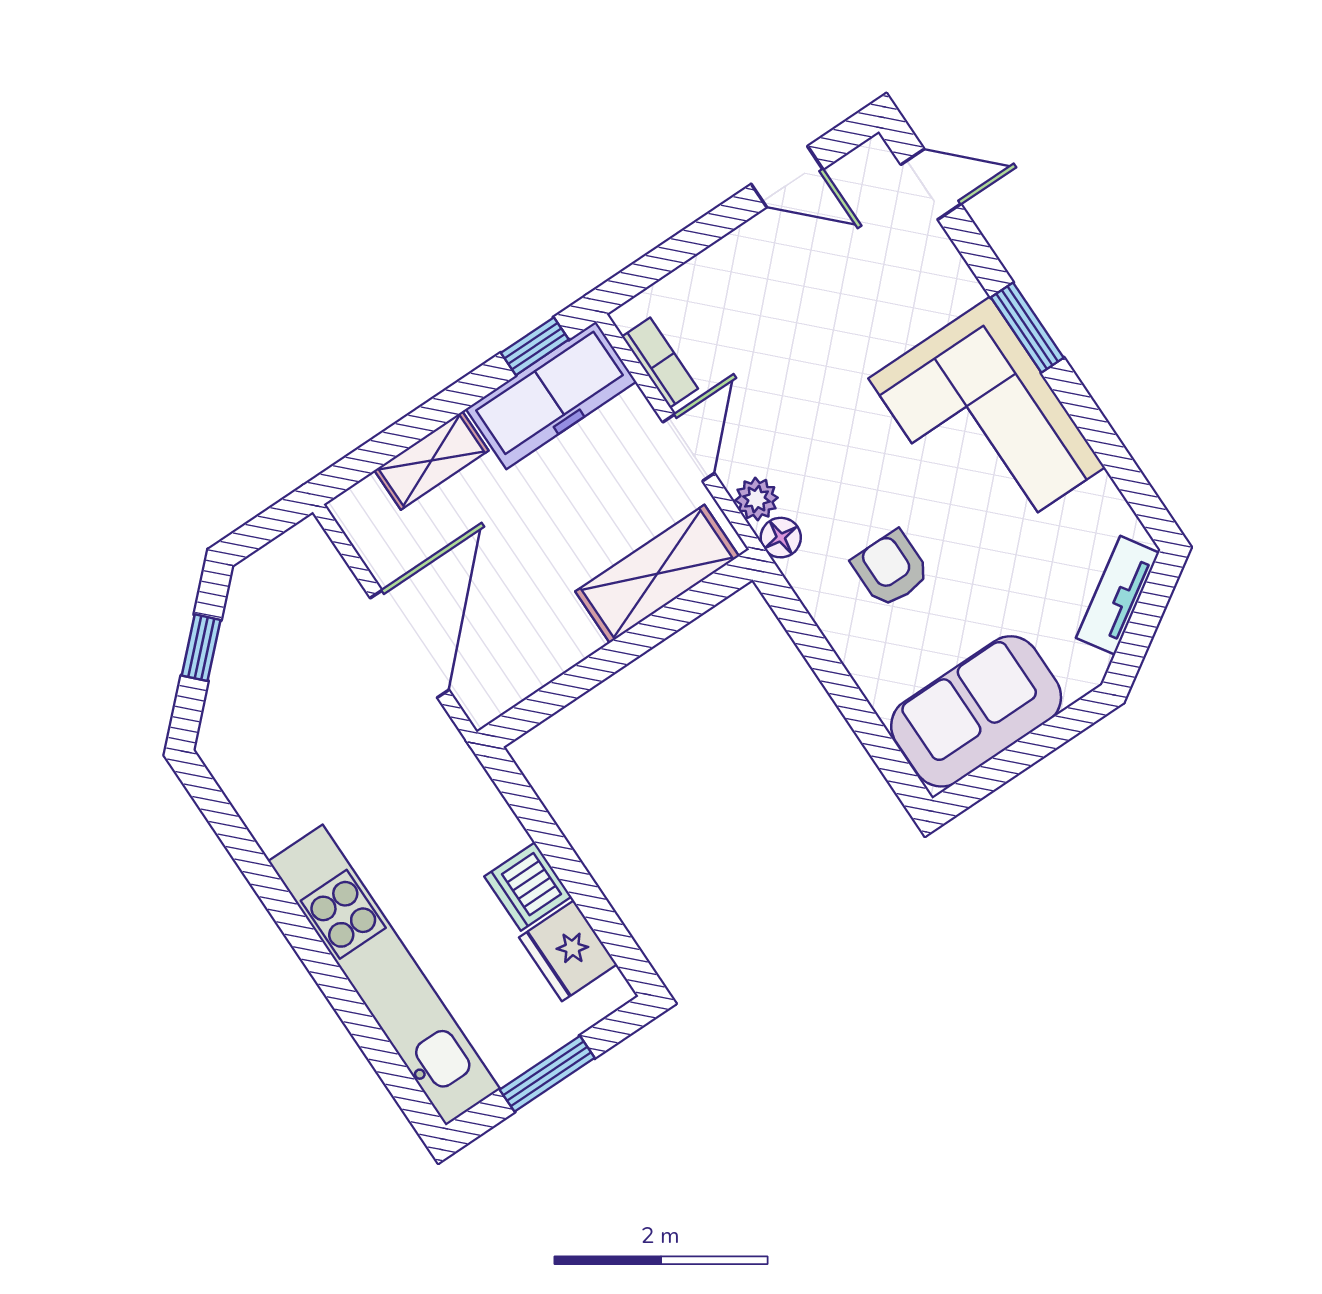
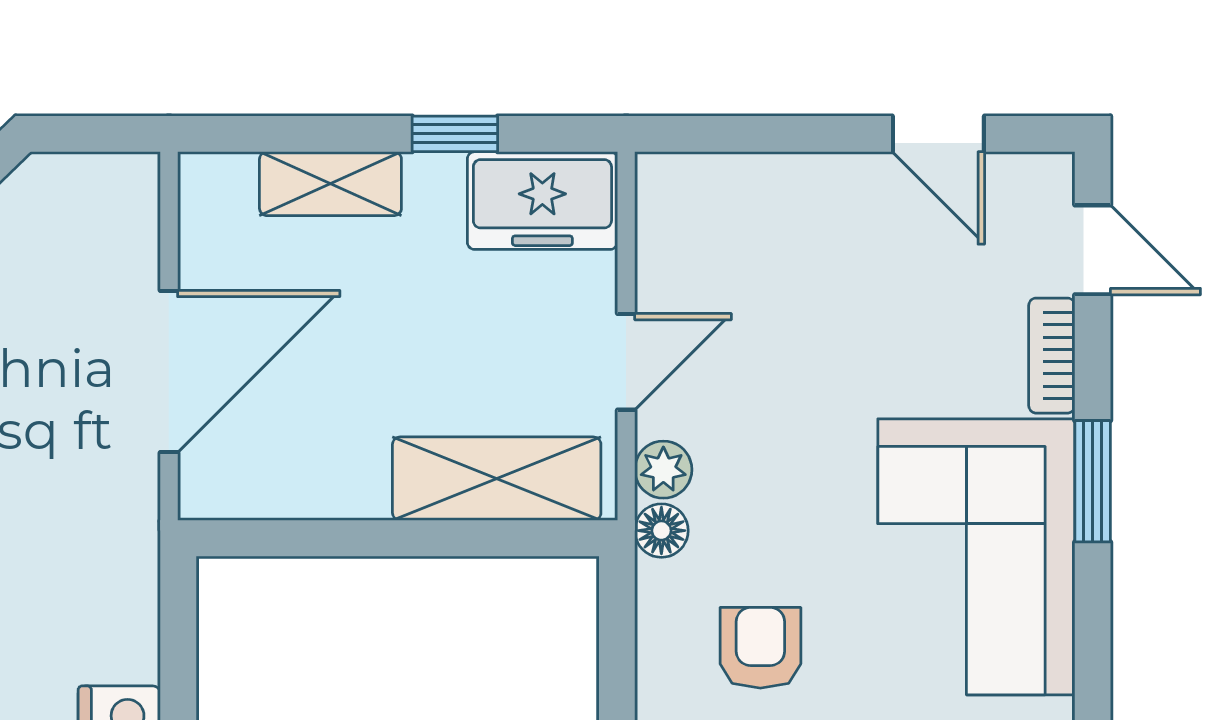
window: (535, 346) -> (455, 134), moved
bookcase: (660, 363) -> (1052, 356), moved, turned 180
freezer: (551, 395) -> (542, 201), width x0.71

